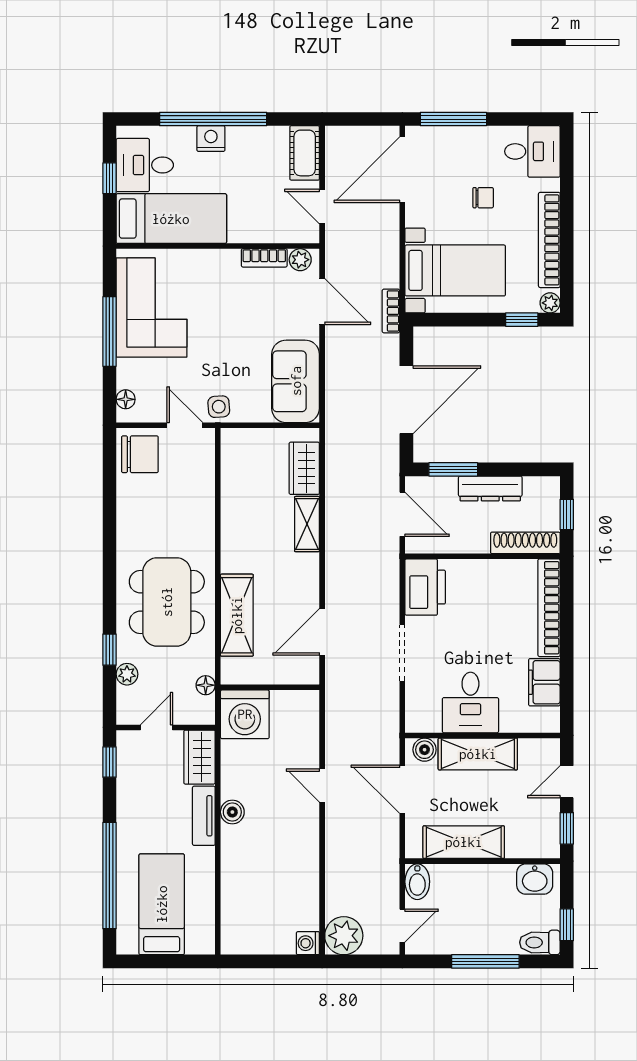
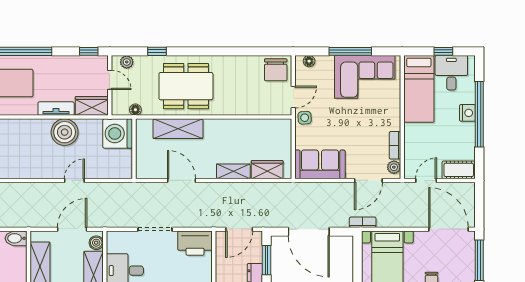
door: (322, 632) -> (182, 180), moved
plant: (127, 674) -> (127, 62), moved
boiler: (232, 812) -> (65, 132), width x1.86, depth x1.86

